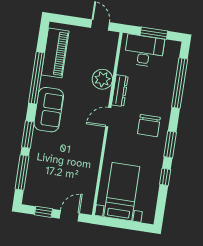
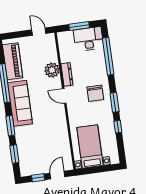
desk: (144, 51) -> (88, 39), moved
sofa: (49, 110) -> (20, 103), width x1.36
door: (108, 117) -> (64, 96), hinge flipped
window: (22, 172) -> (14, 154), width x0.69

